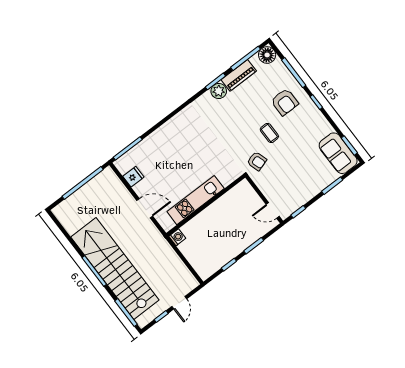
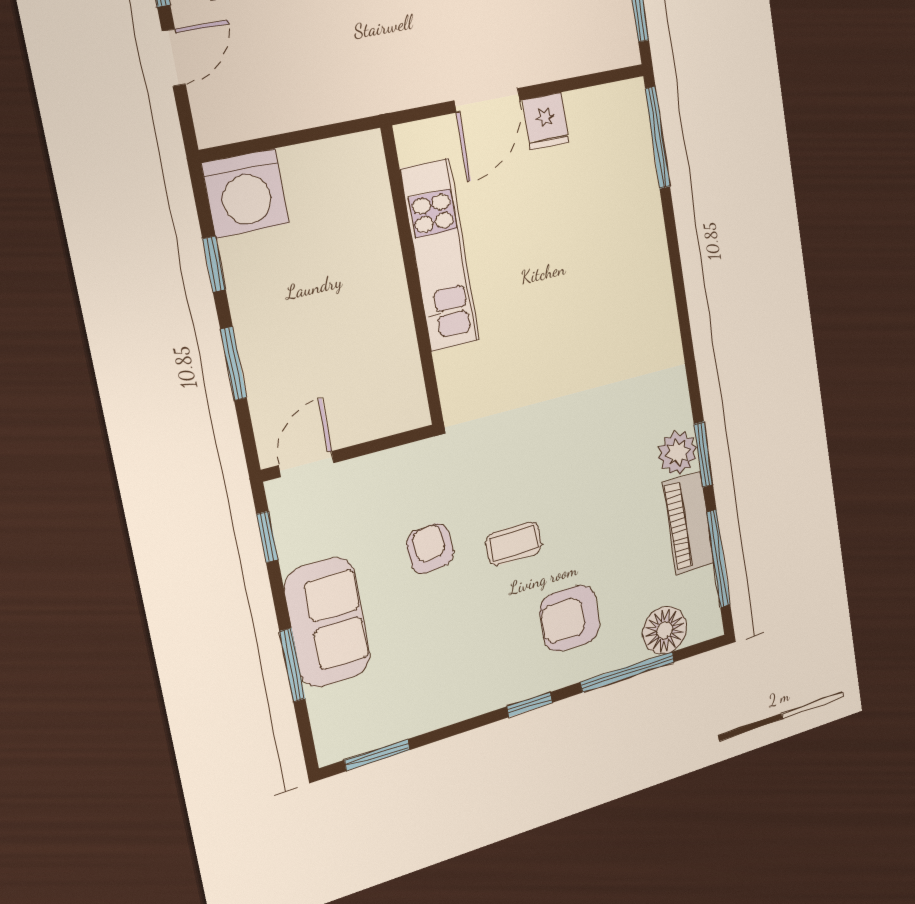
floor lamp: (267, 55) -> (665, 630), moved
sofa: (338, 153) -> (328, 622), moved, turned 90
armchair: (257, 161) -> (430, 548), moved, turned 102
fridge: (133, 177) -> (546, 121), moved
washing machine: (177, 237) -> (246, 193), moved, width x1.89, depth x1.89
door: (179, 303) -> (174, 58), swing flipped

